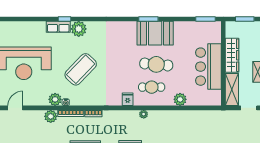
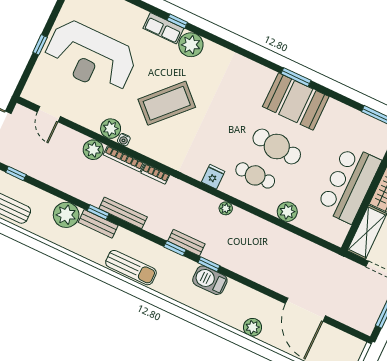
door: (15, 108) -> (49, 114), swing flipped

